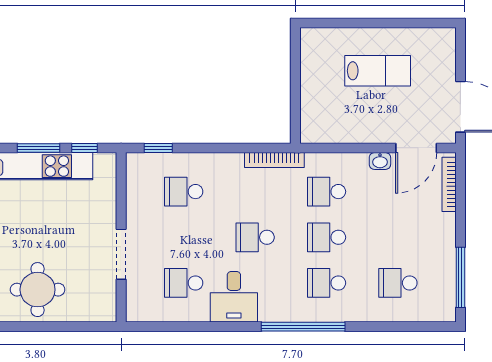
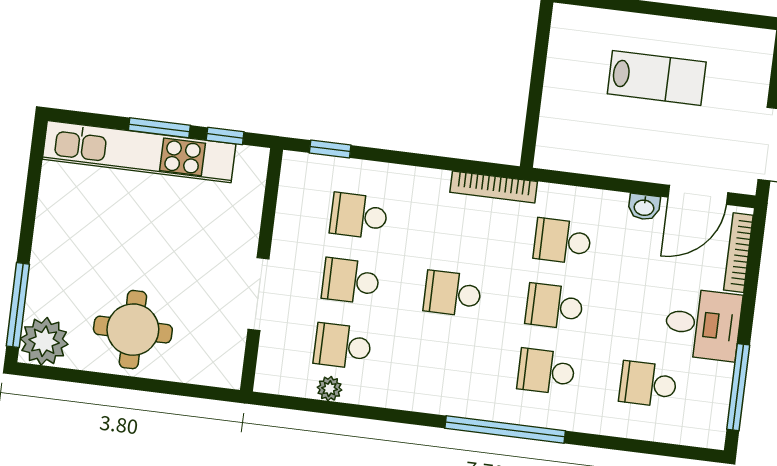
school desk: (184, 237) -> (351, 281), added
desk: (234, 297) -> (703, 324), moved, turned -90
plant: (178, 313) -> (329, 389), added

